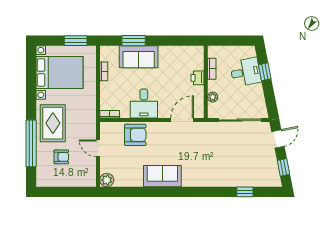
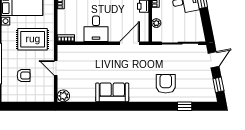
rug: (53, 123) -> (33, 39), moved, turned 90
armchair: (135, 135) -> (166, 84), moved, turned -90

